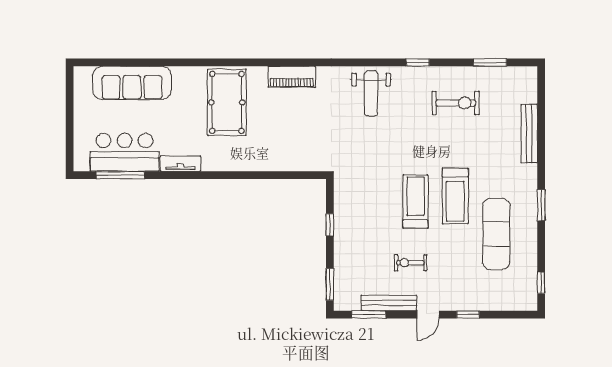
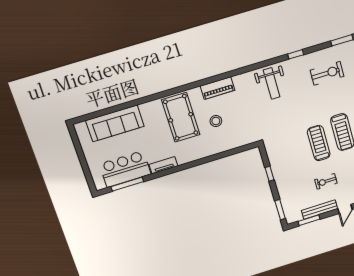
stool: (275, 123) -> (216, 121), added

